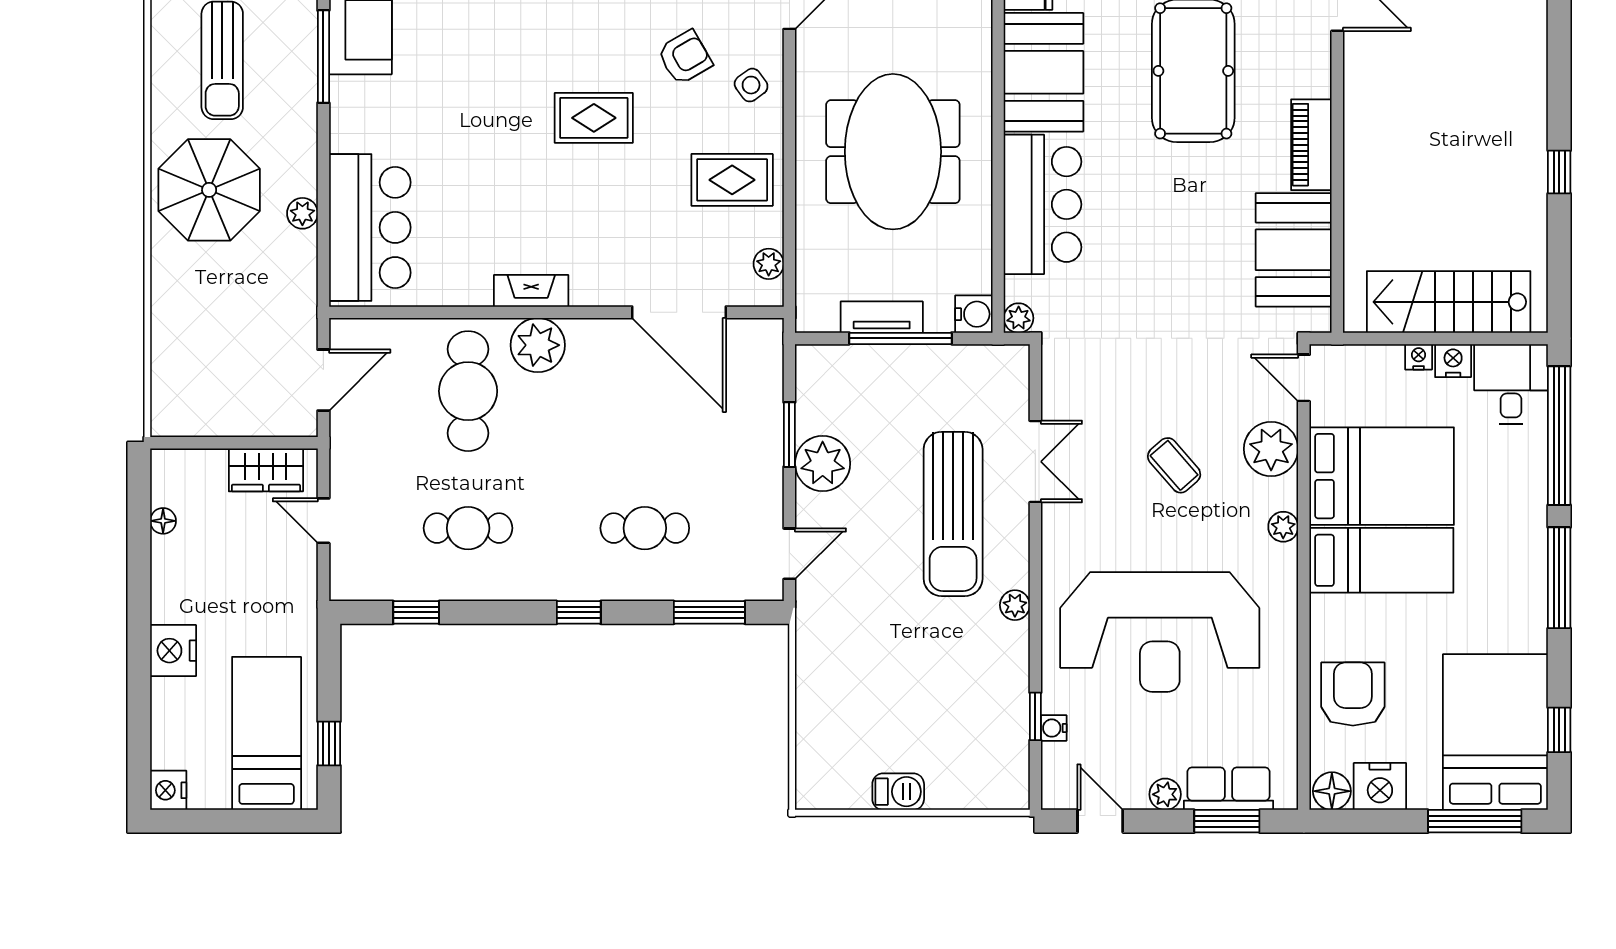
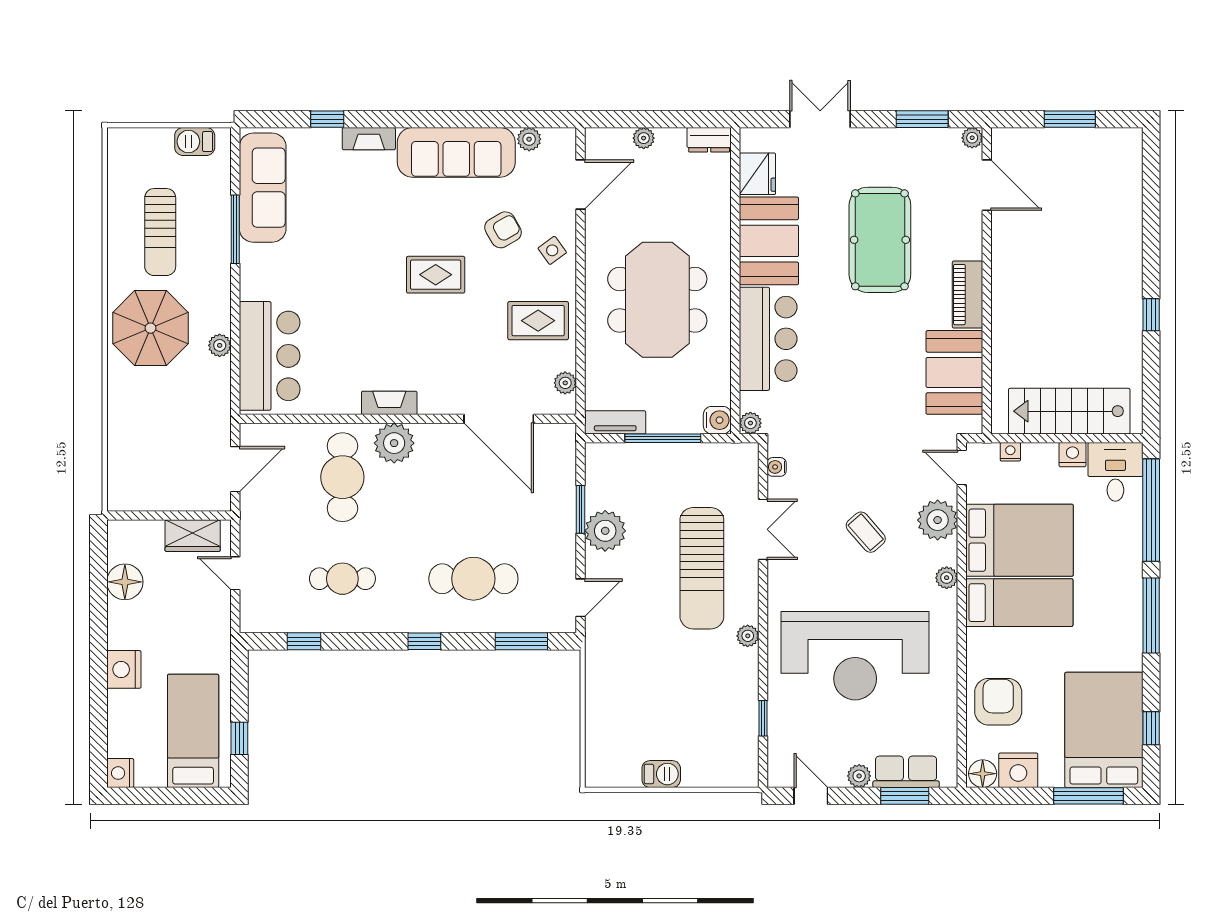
tv unit: (882, 317) -> (615, 422), moved
nightstand: (1419, 357) -> (1010, 452), moved
floor lamp: (163, 521) -> (125, 582), width x1.89, depth x1.89
cafe table: (645, 528) -> (473, 579), width x1.37, depth x1.35
water cooler: (1054, 728) -> (777, 467), moved

